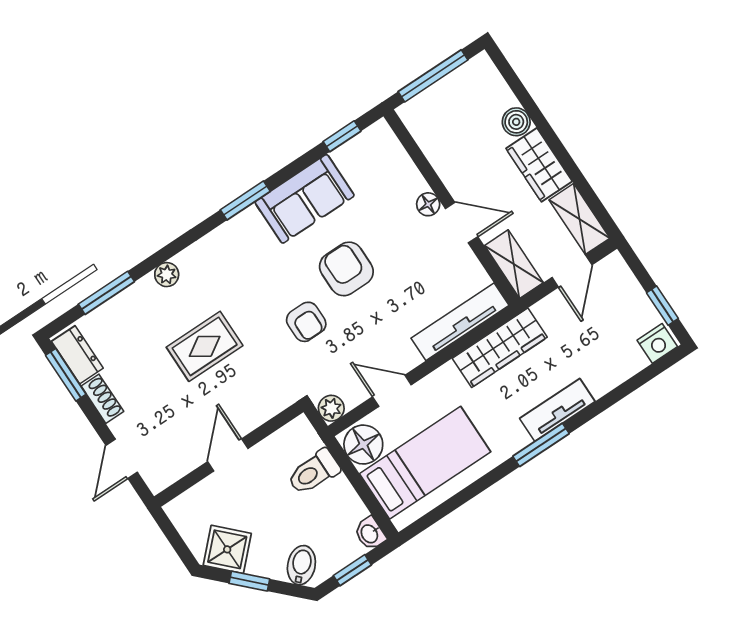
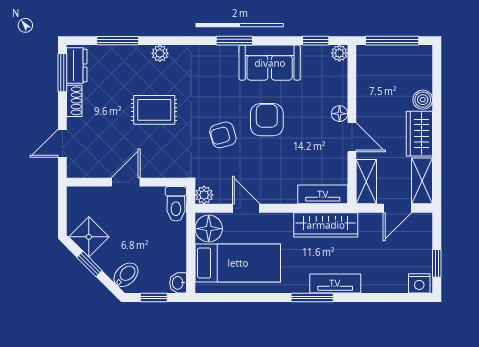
plant: (380, 132) -> (339, 53), added
armchair: (306, 322) -> (223, 135), turned 74
tv unit: (460, 322) -> (323, 194), width x0.71
toilet: (314, 472) -> (176, 204), moved, turned -90

